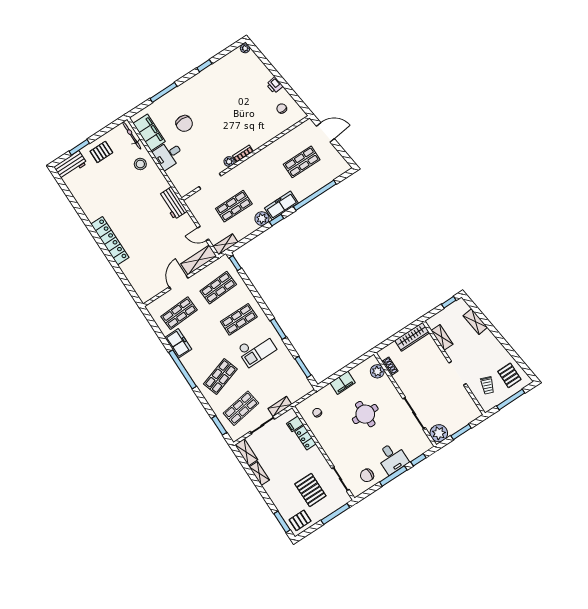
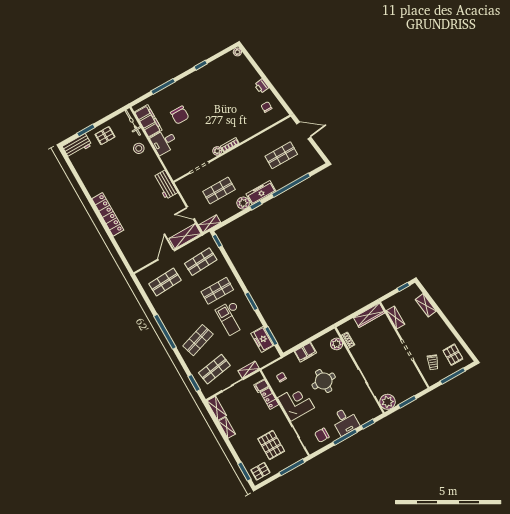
freezer: (178, 343) -> (262, 339), moved, turned 180
checkout: (257, 349) -> (231, 318), turned 90
corner desk: (335, 441) -> (296, 403), added

